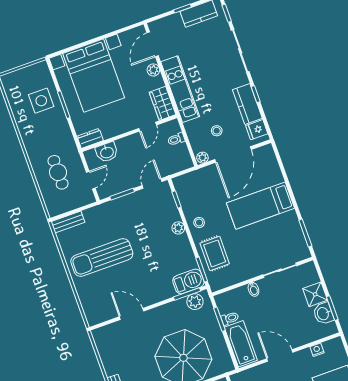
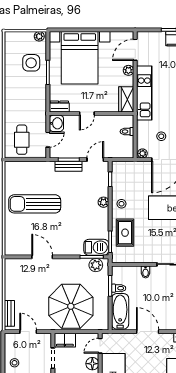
plant: (40, 68) -> (39, 36), added
door: (148, 127) -> (87, 113), moved
washbasin: (107, 152) -> (56, 123), moved, turned -90
cafe table: (58, 172) -> (22, 140), moved
bench: (68, 222) -> (68, 166), moved

